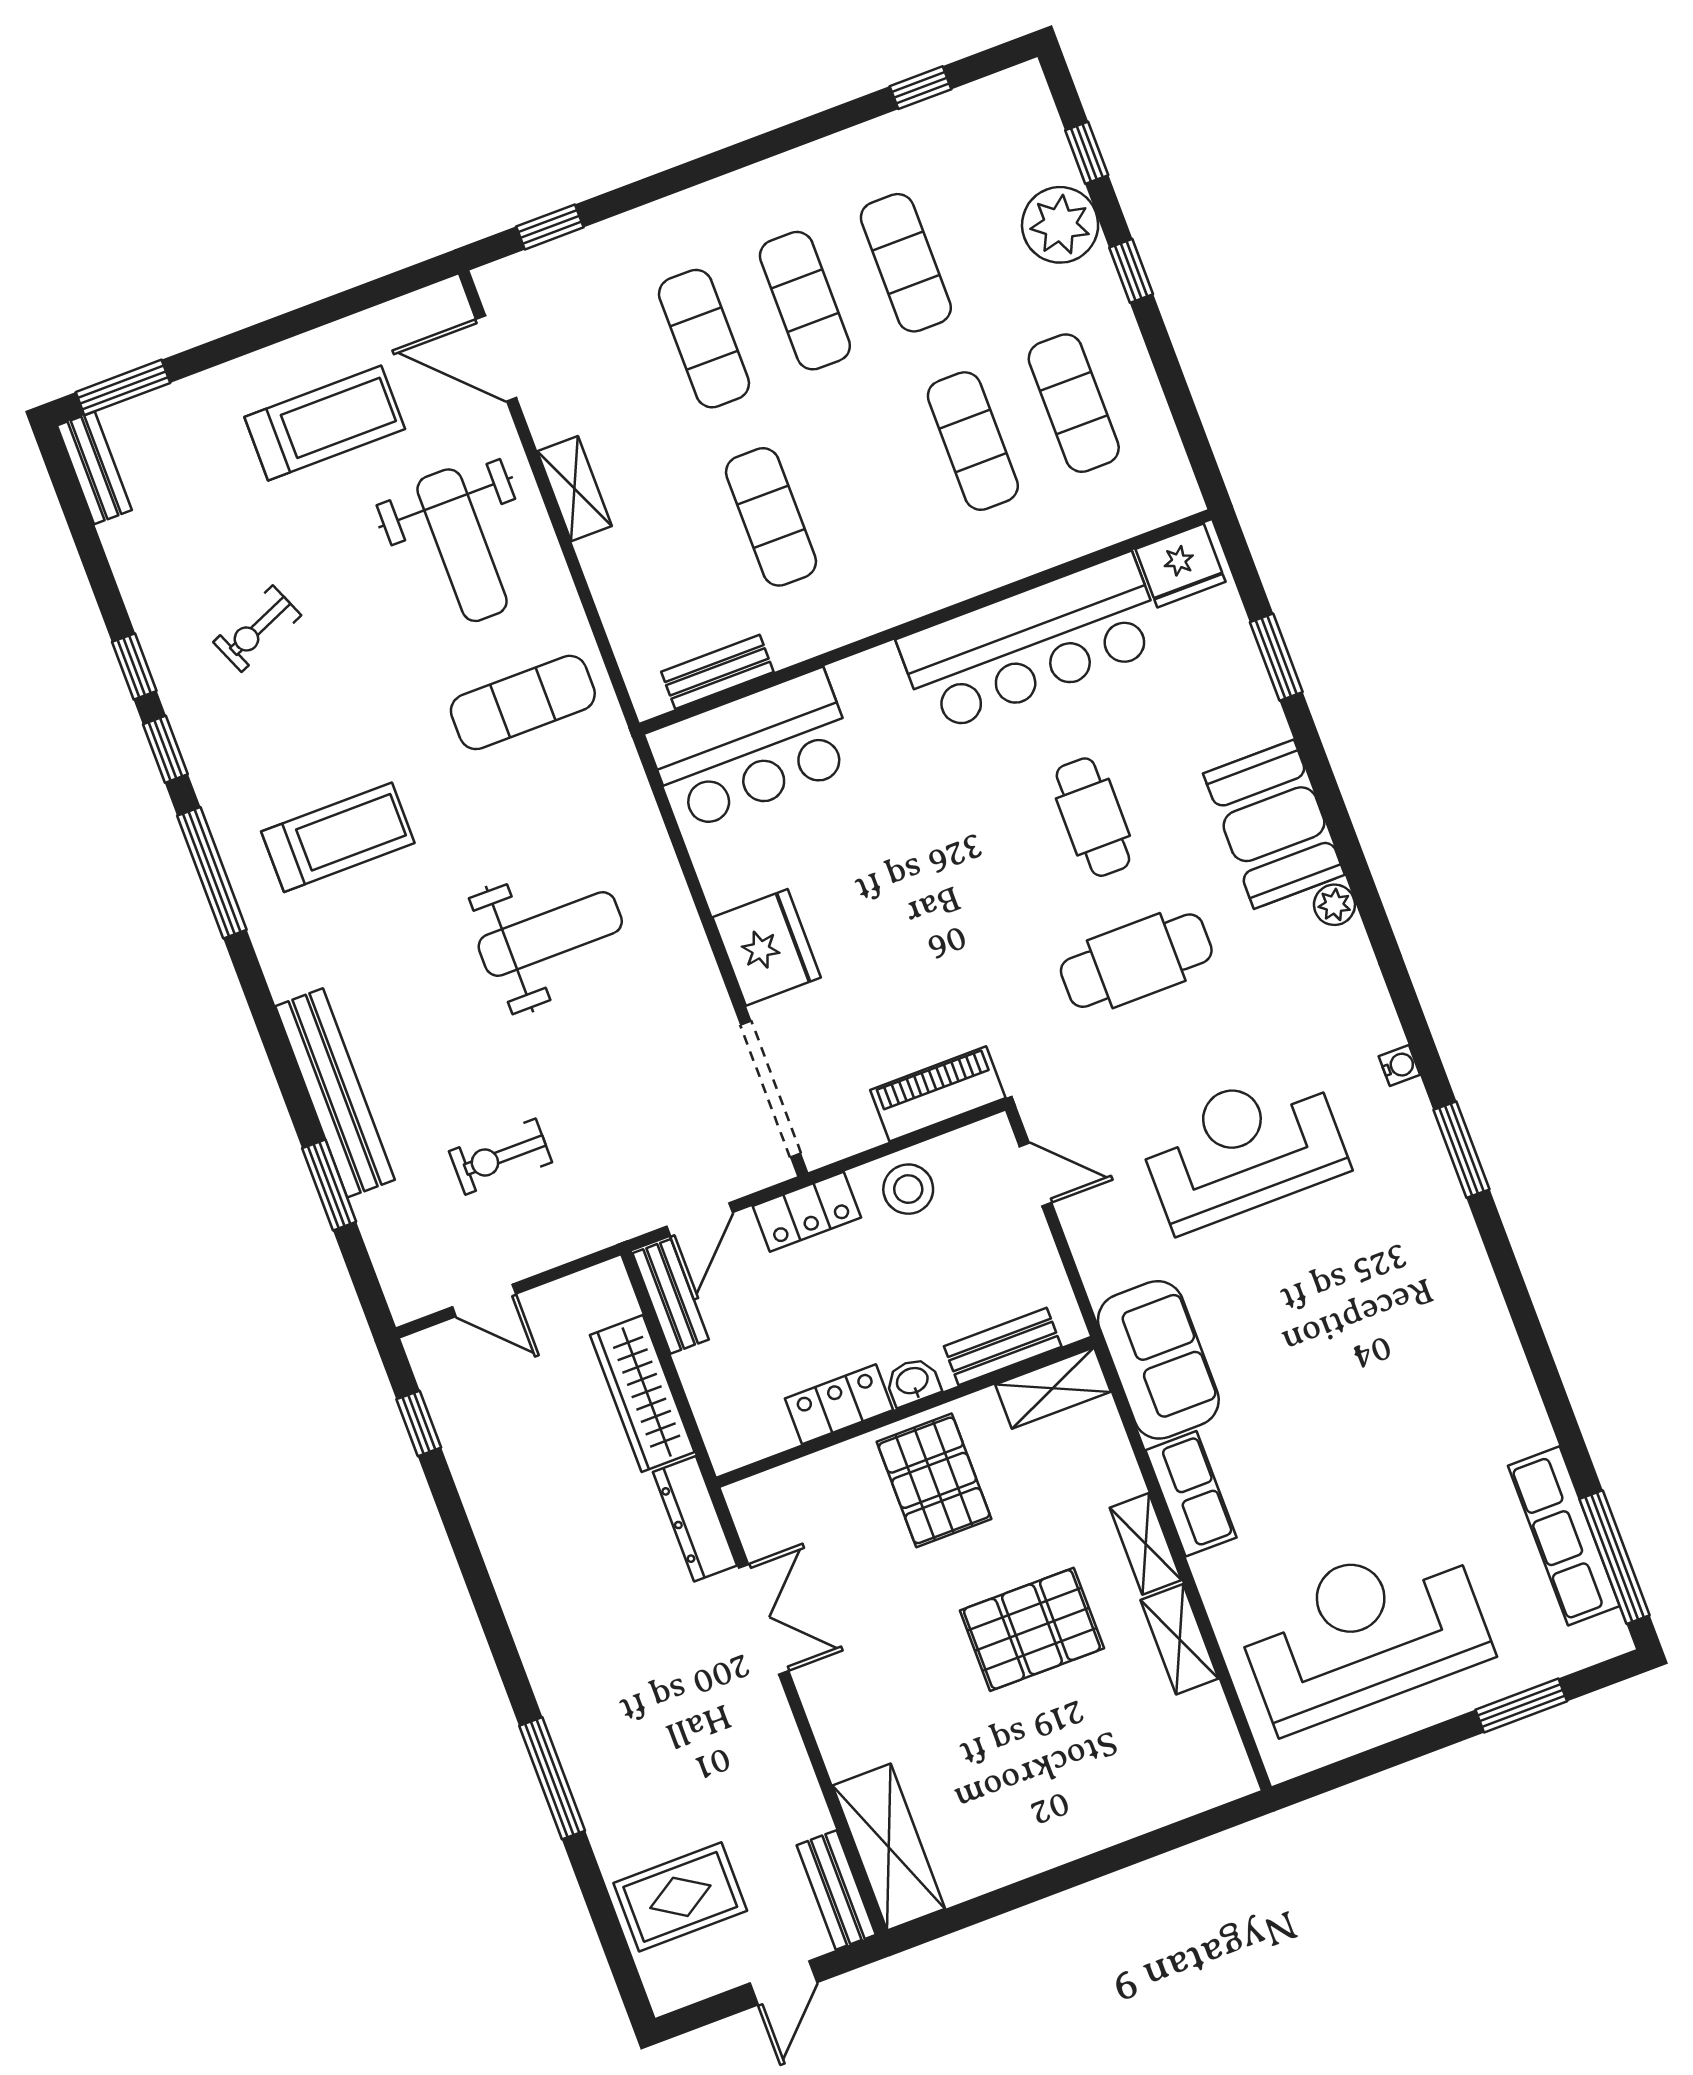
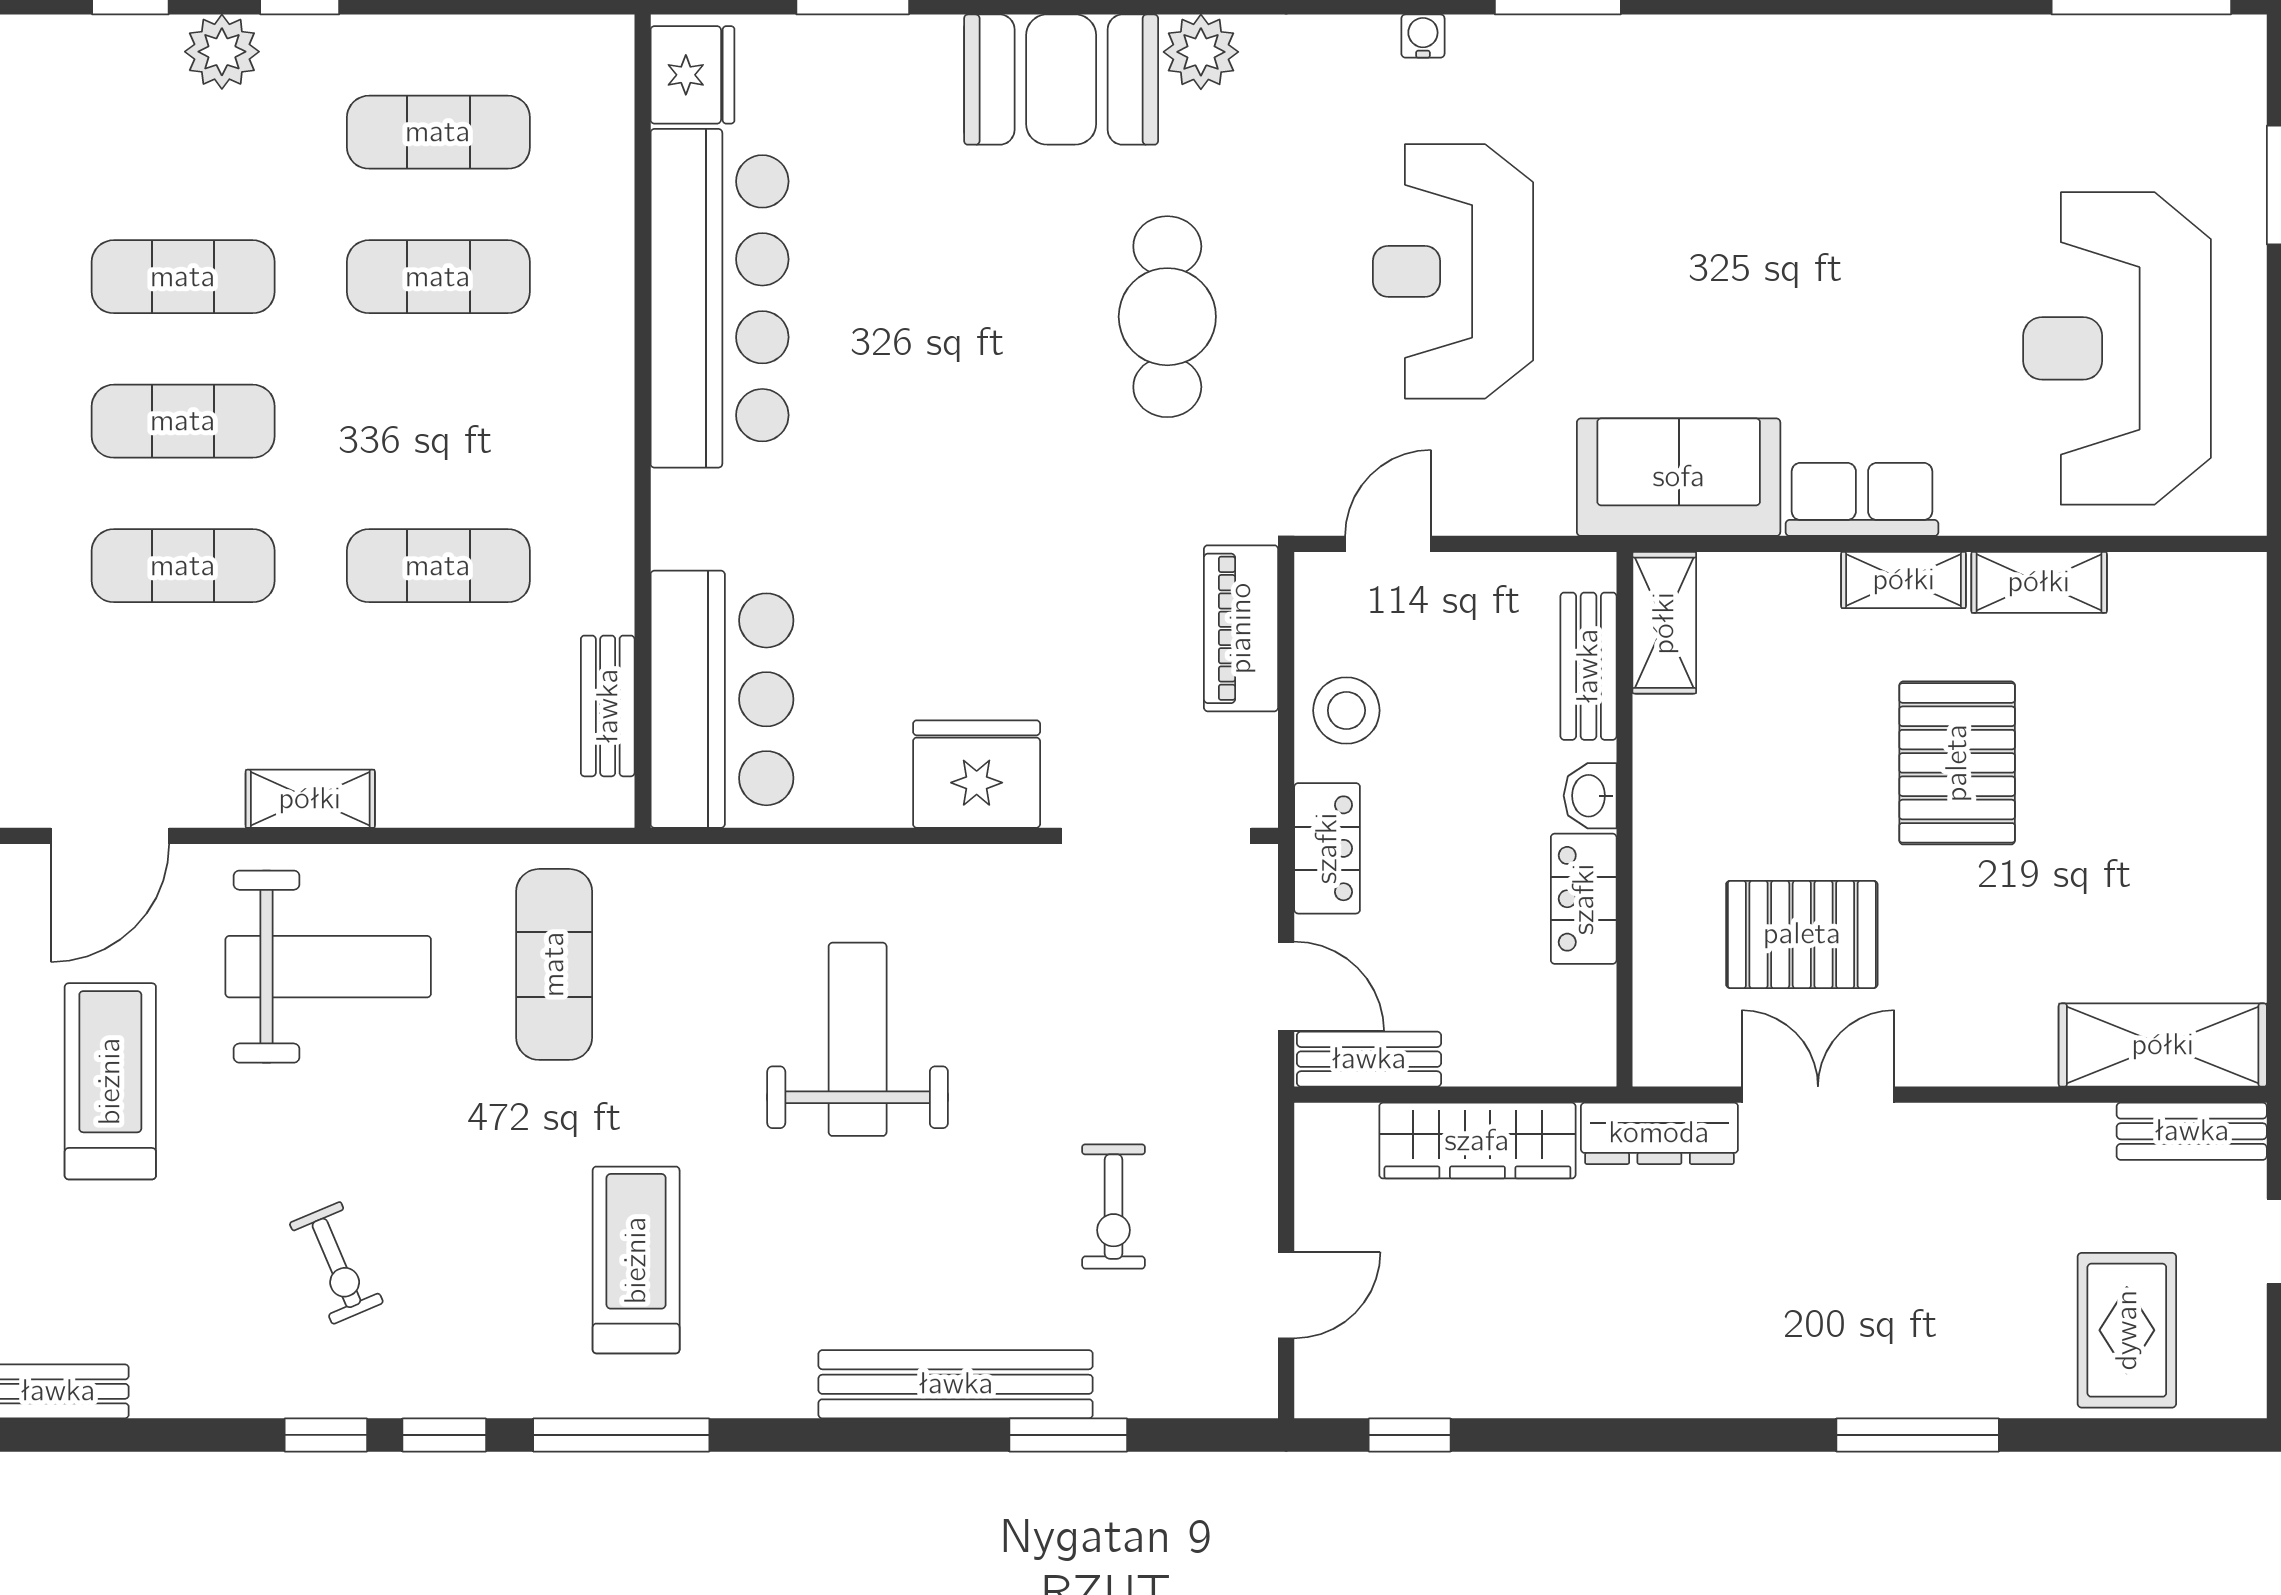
plant: (1060, 225) -> (222, 52), width x0.73, depth x0.73
cafe table: (1093, 817) -> (967, 303), removed
plant: (1334, 905) -> (1201, 52), width x1.38, depth x1.38
pallet: (934, 1480) -> (1802, 934), moved
row of seats: (1564, 1536) -> (2091, 52), removed

